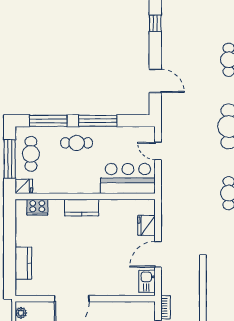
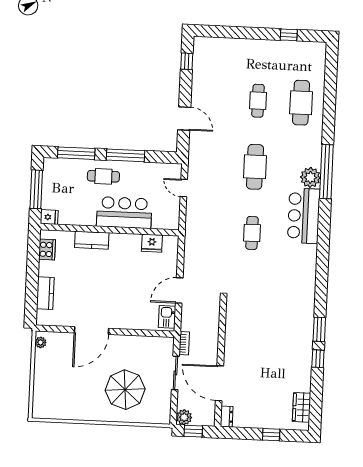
cafe table: (31, 154) -> (58, 185), removed
bar counter: (128, 178) -> (124, 213), moved
cooker: (37, 207) -> (47, 249), moved, turned -90
kitchen counter: (82, 208) -> (92, 240), moved
fridge: (146, 225) -> (152, 243), moved, turned -90

